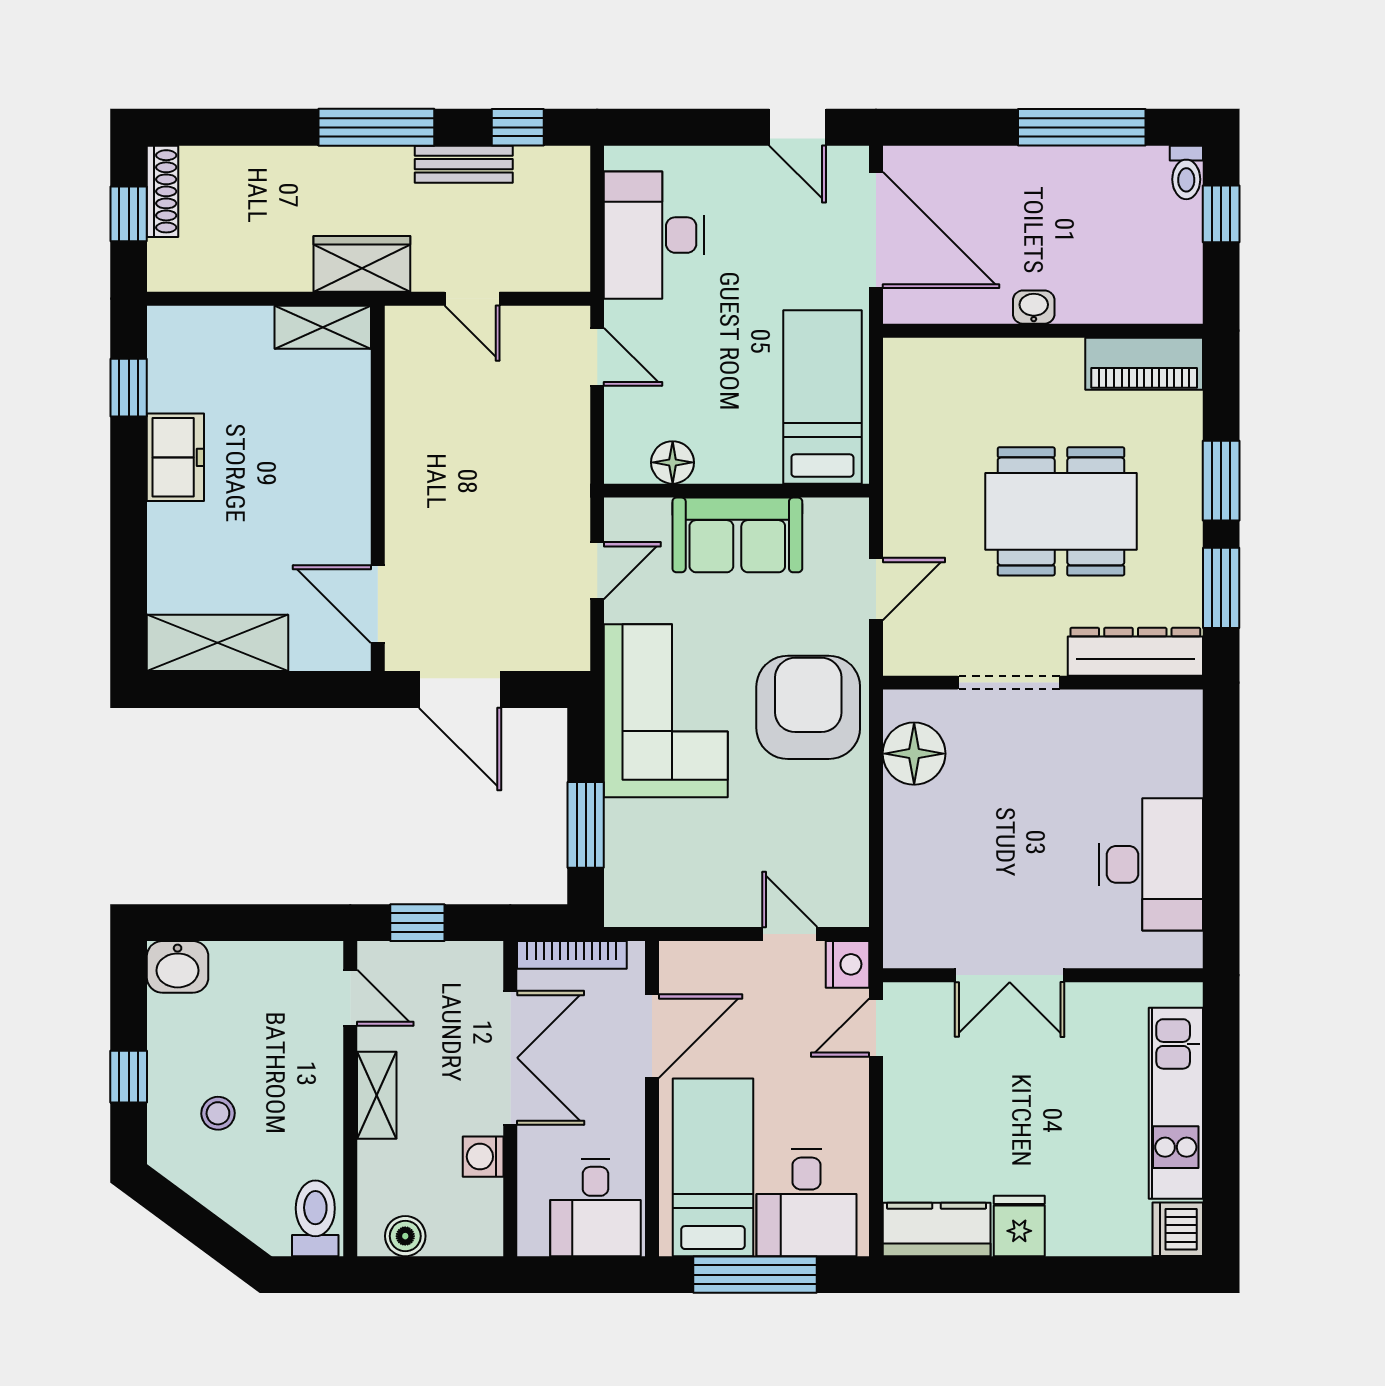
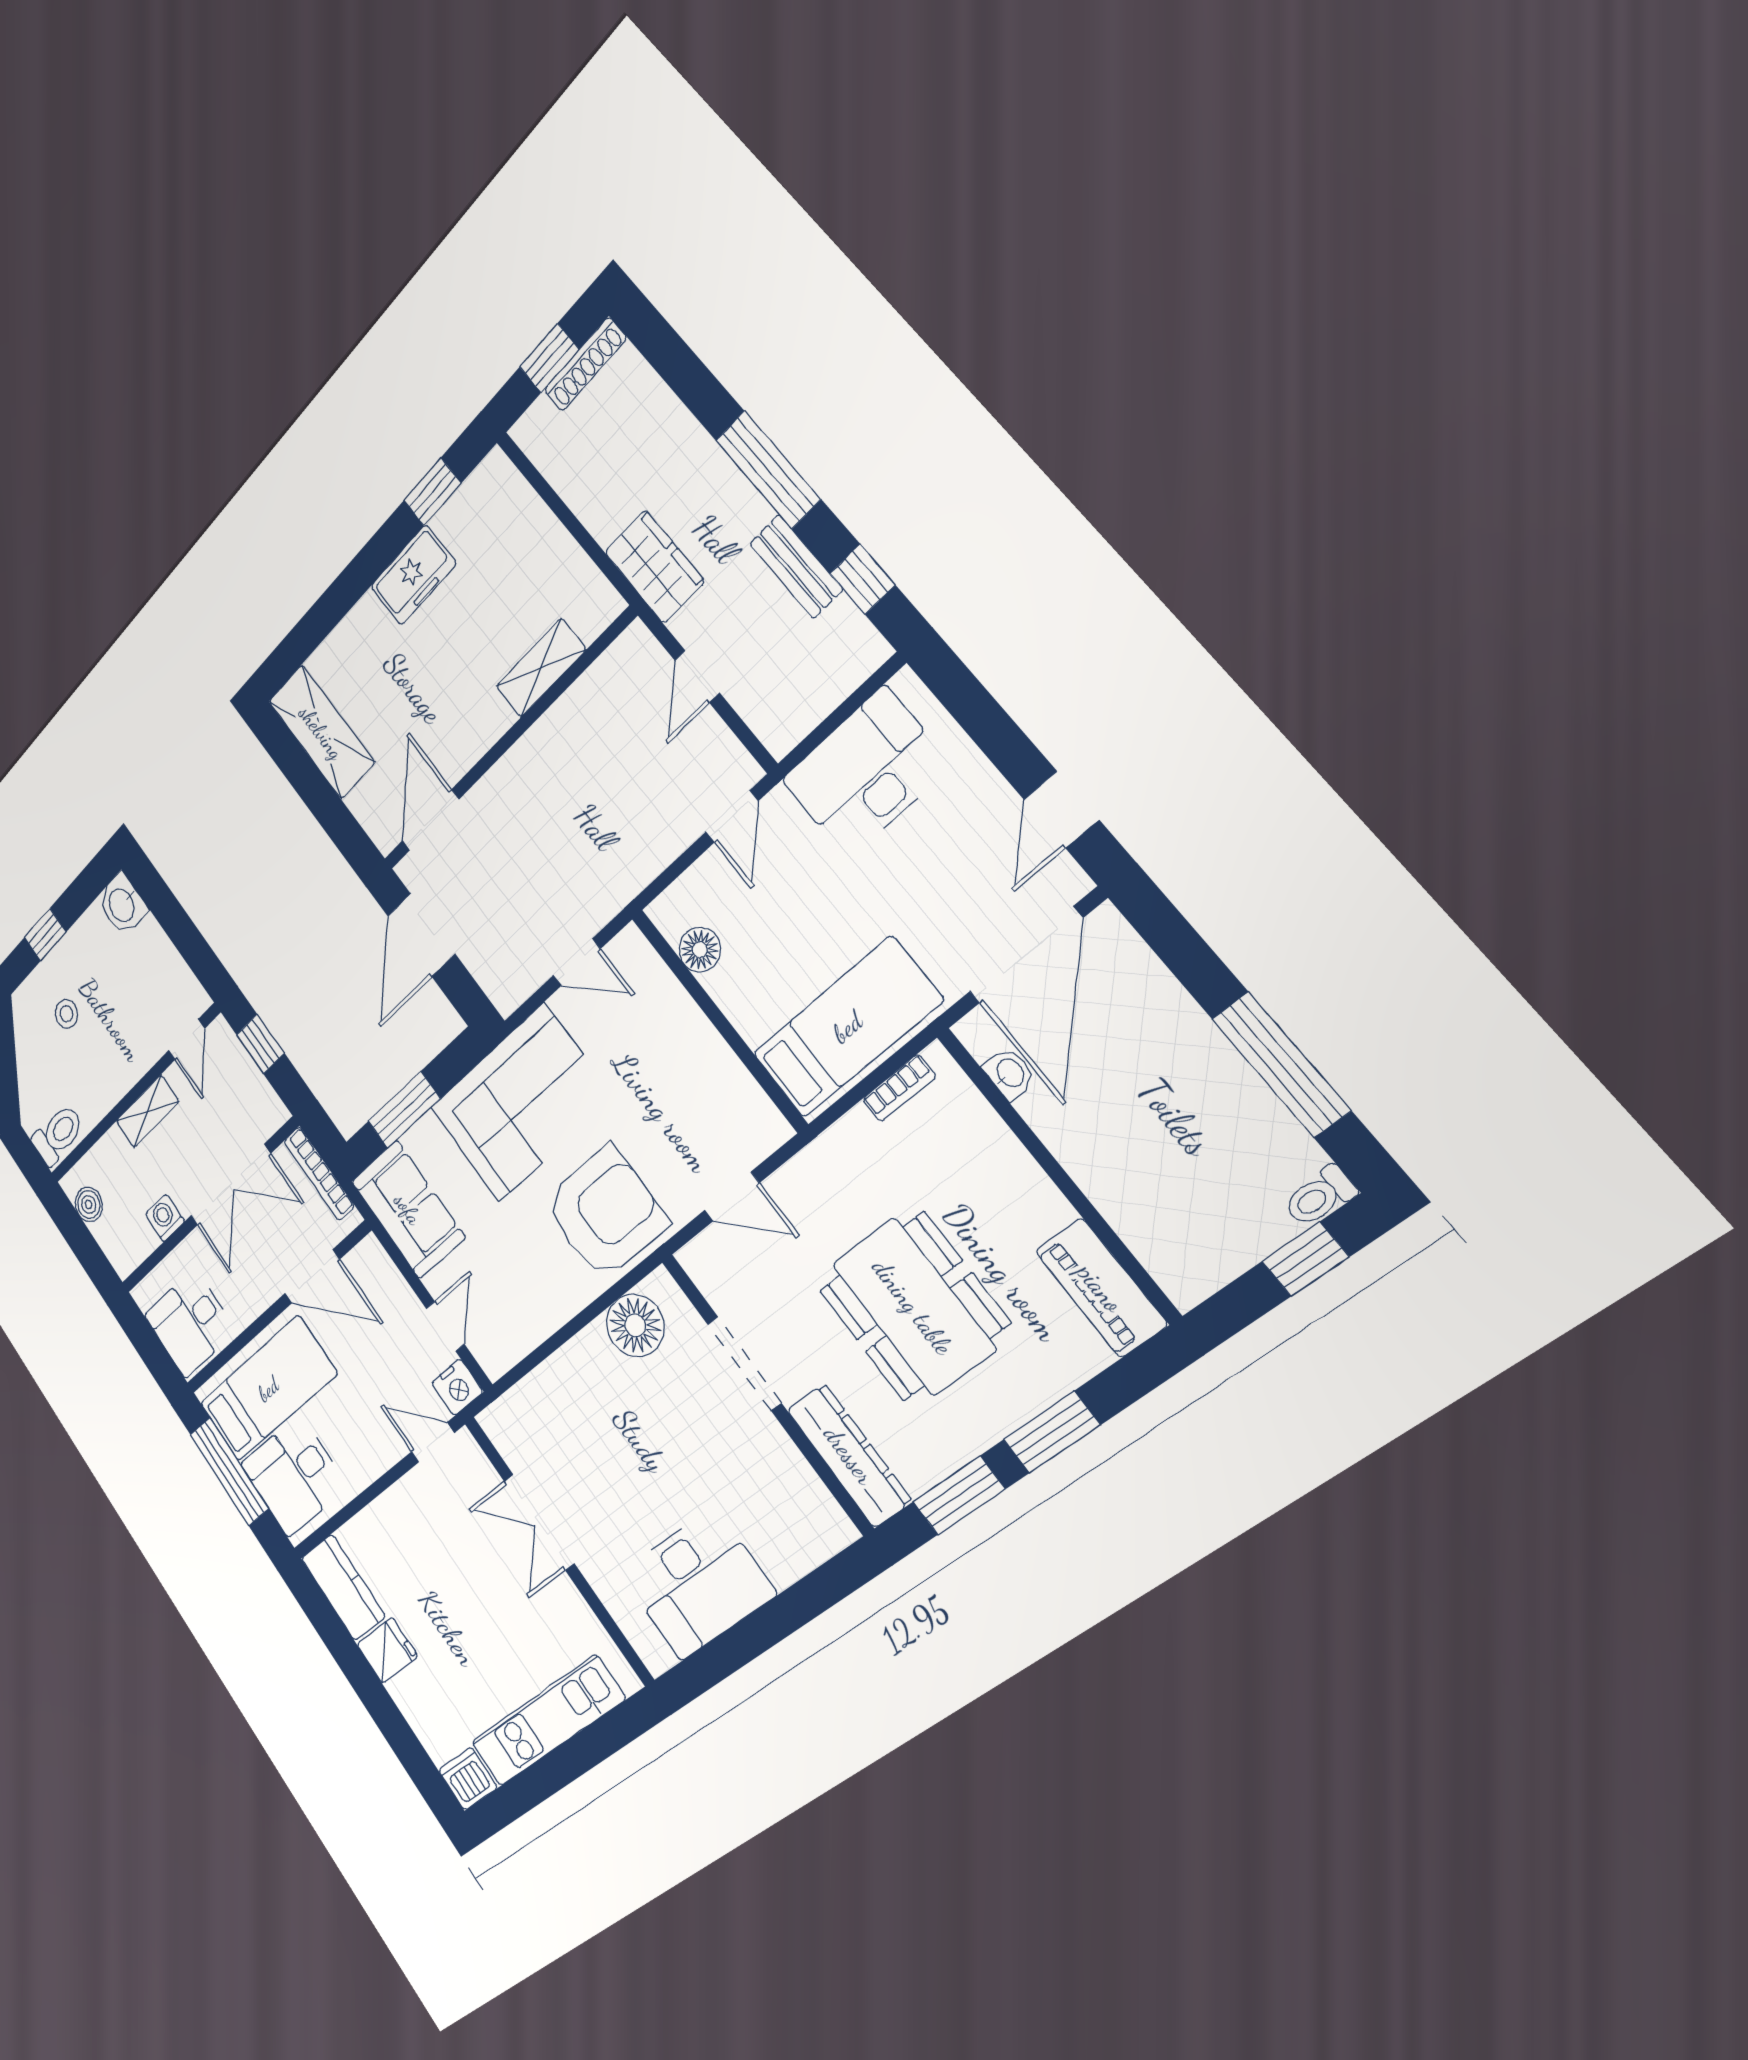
washbasin: (1034, 307) -> (1010, 1073), moved
shelving: (323, 327) -> (541, 668), moved, turned 90
bookcase: (897, 394) -> (899, 1088), added
sofa: (737, 535) -> (408, 1209), moved, turned 180

